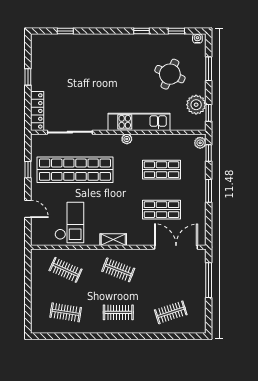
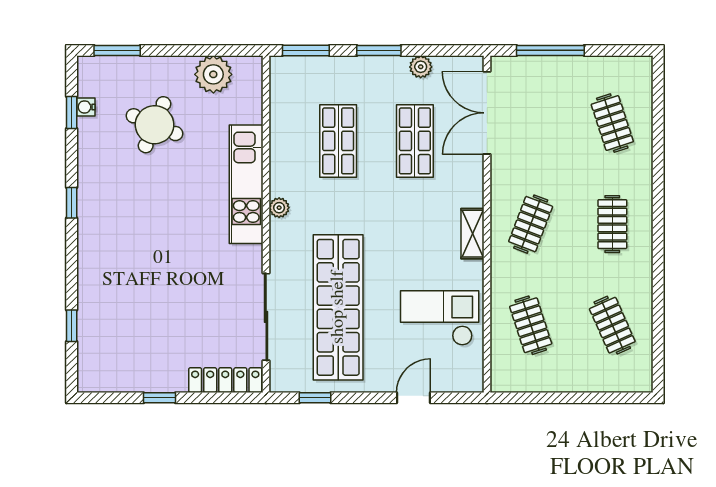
window: (142, 31) -> (72, 203), moved
water cooler: (197, 38) -> (86, 107), moved
window: (209, 69) -> (117, 50), moved
window: (209, 113) -> (229, 50), removed
plant: (200, 143) -> (421, 67), moved
window: (209, 153) -> (306, 50), width x1.50
window: (28, 170) -> (315, 398), moved
clothes rail: (66, 270) -> (531, 325), turned -42
clothes rail: (66, 312) -> (612, 325), turned -33

